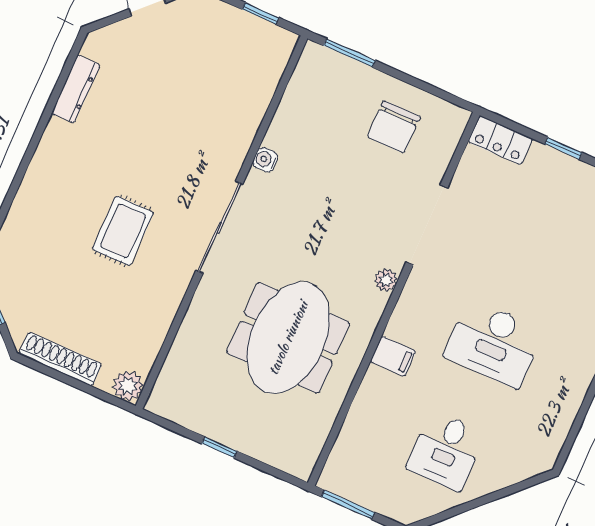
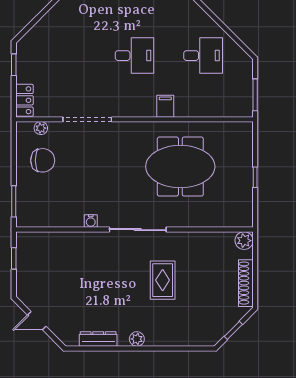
plant: (49, 150) -> (137, 339), added
rug: (123, 231) -> (163, 280), turned 90
plant: (386, 280) -> (41, 128), moved
desk: (494, 343) -> (134, 56), width x0.73

